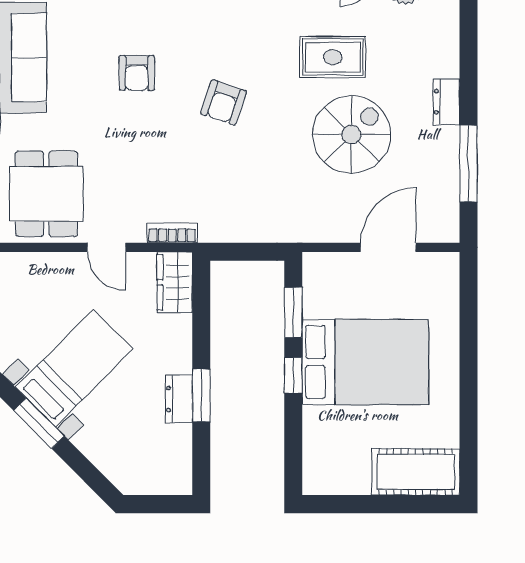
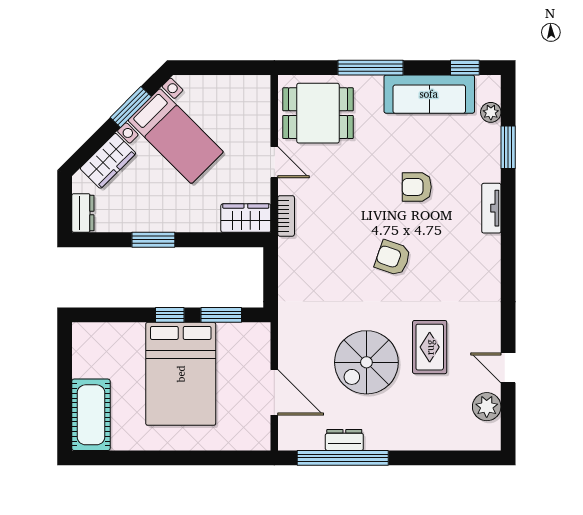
dresser: (447, 102) -> (344, 440), moved
spiral stairs: (351, 135) -> (366, 362), turned 90
window: (468, 164) -> (343, 458), width x1.46
door: (106, 247) -> (274, 162), swing flipped
dresser: (179, 399) -> (83, 213), moved, turned 90
wardrobe: (105, 451) -> (108, 161), added

